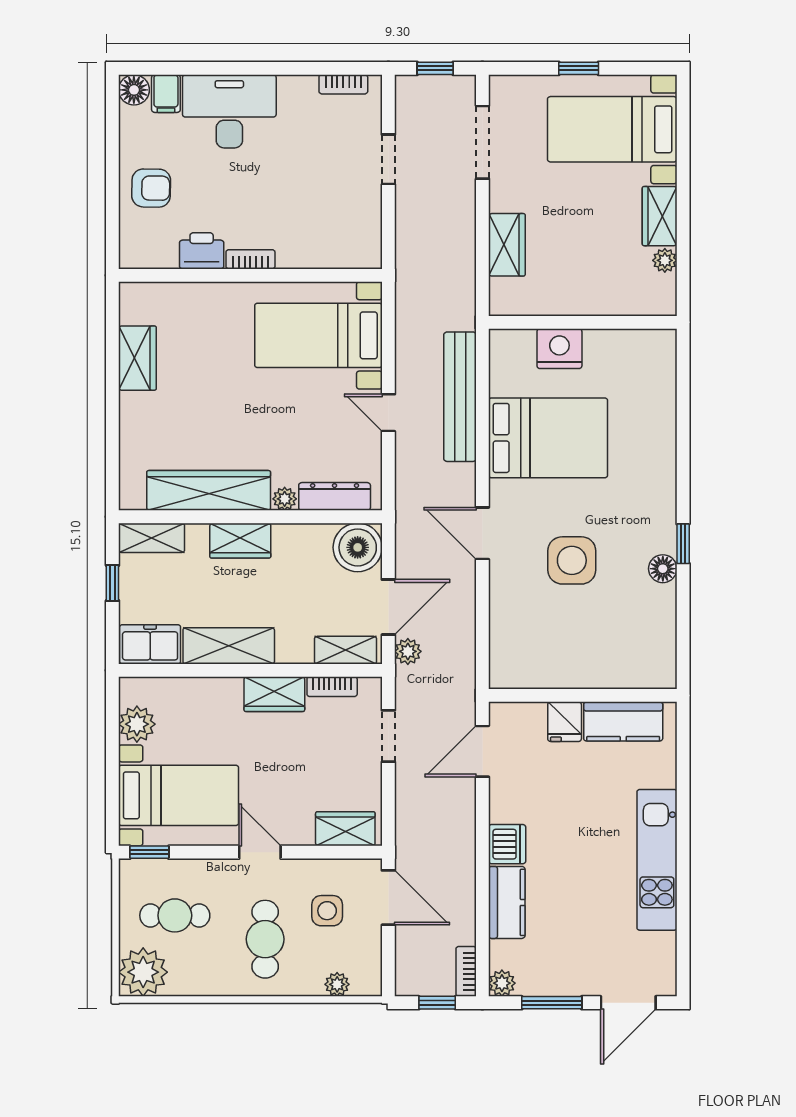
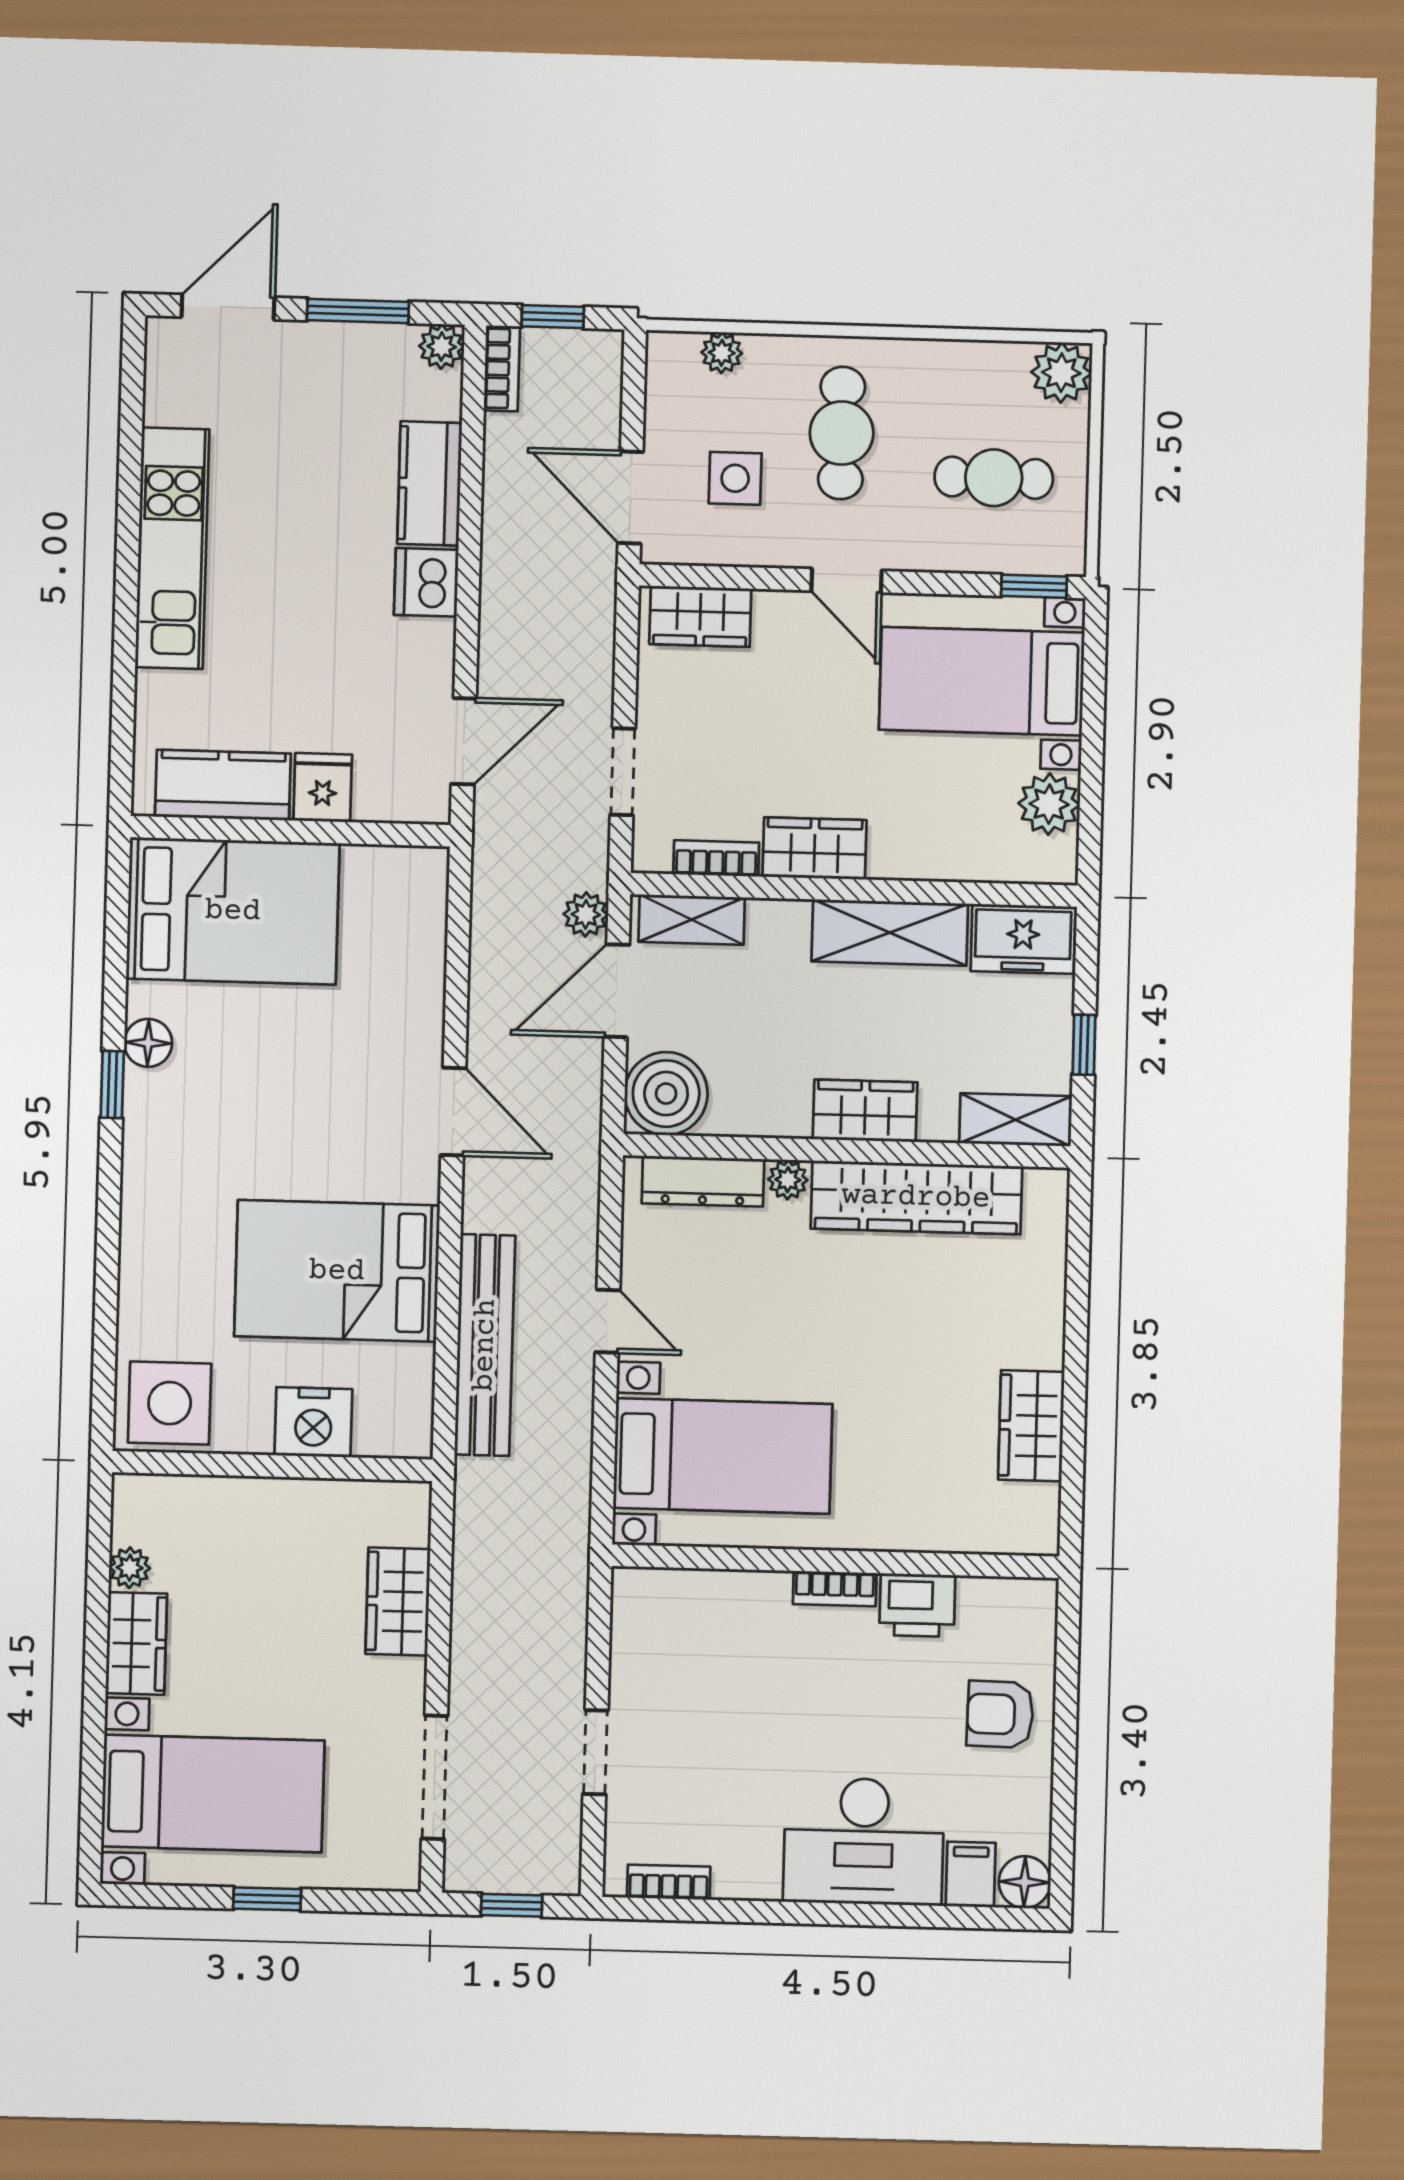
side table: (572, 560) -> (170, 1403), moved
bed: (615, 648) -> (233, 911), added
plant: (143, 972) -> (1061, 373), width x0.73, depth x0.73

